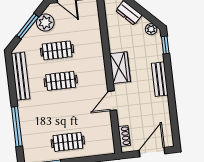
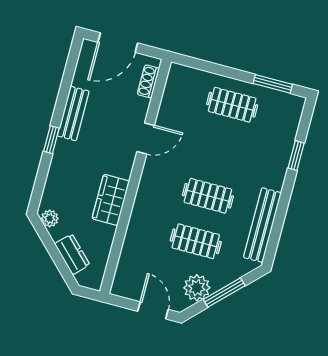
window: (165, 45) -> (51, 140), moved
wardrobe: (120, 68) -> (111, 200), moved
bench: (160, 79) -> (73, 113), moved
window: (17, 126) -> (296, 156), width x0.46

